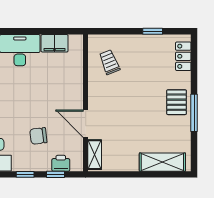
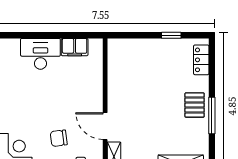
trolley: (109, 62) -> (129, 66), removed

